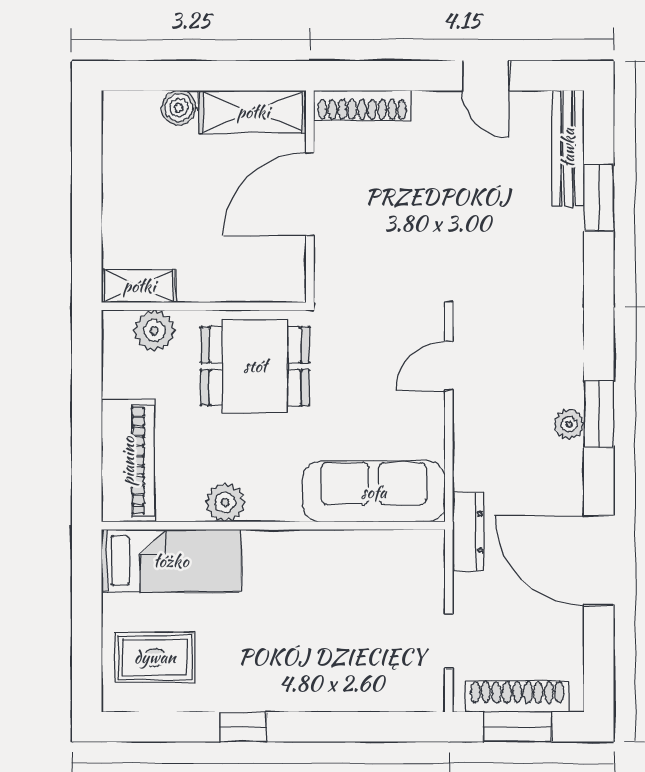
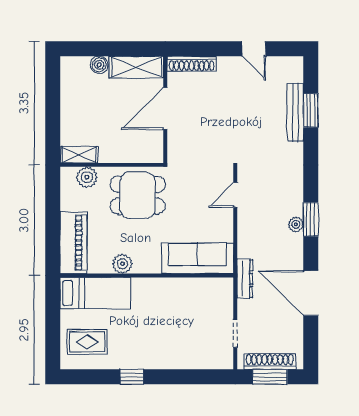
bench: (568, 148) -> (295, 112), moved

